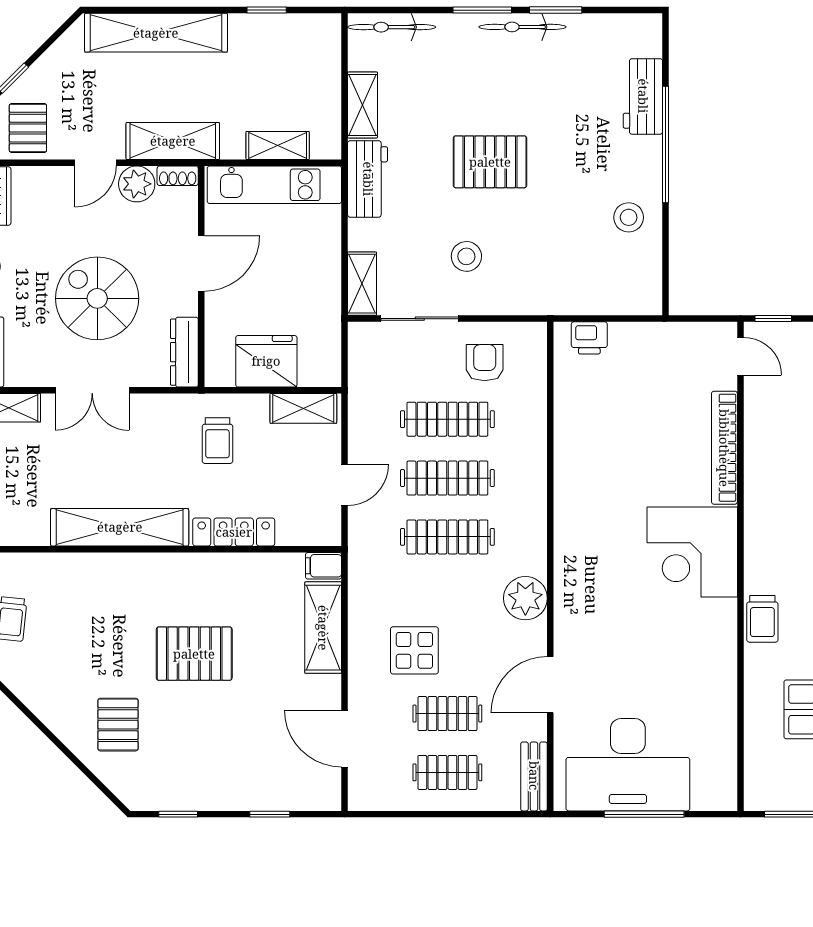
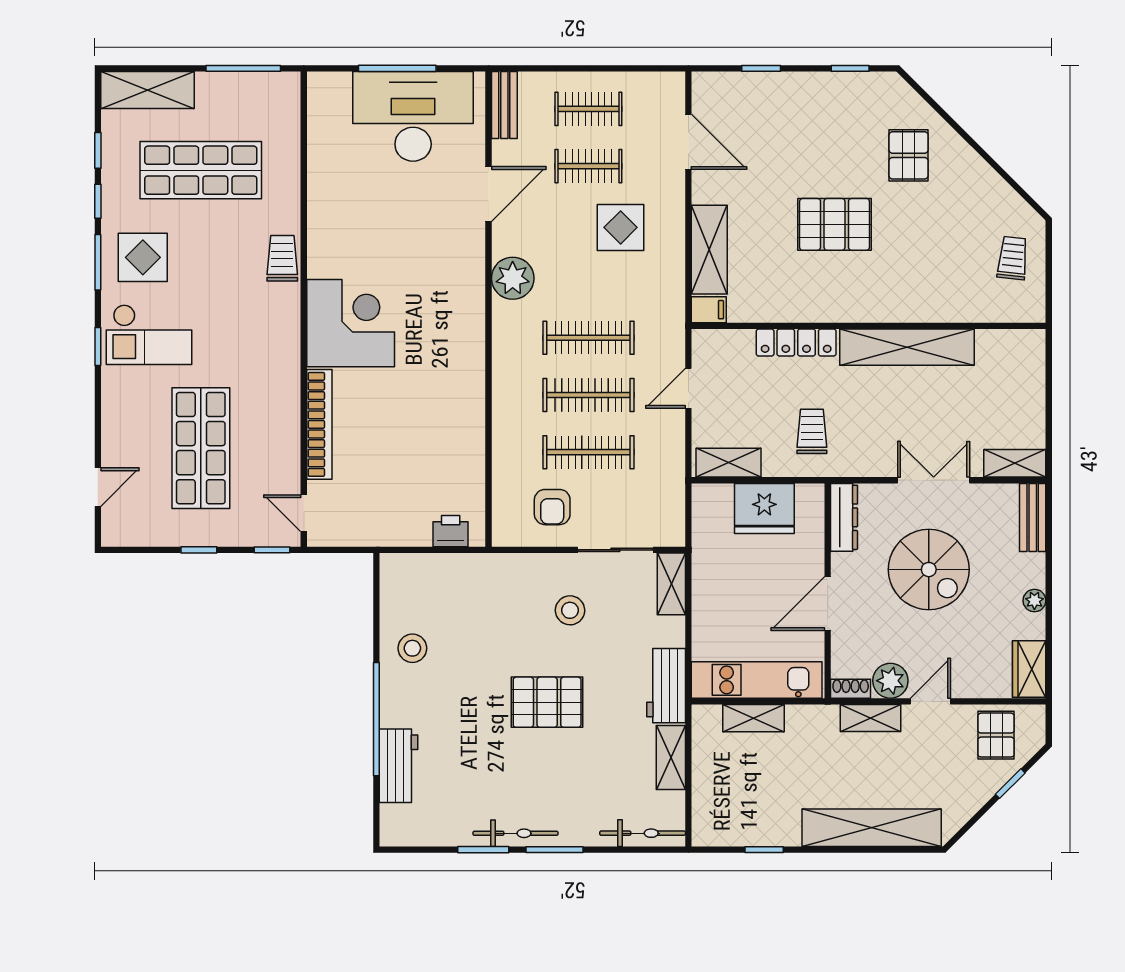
shelving: (173, 141) -> (870, 718), width x0.67, depth x0.75

